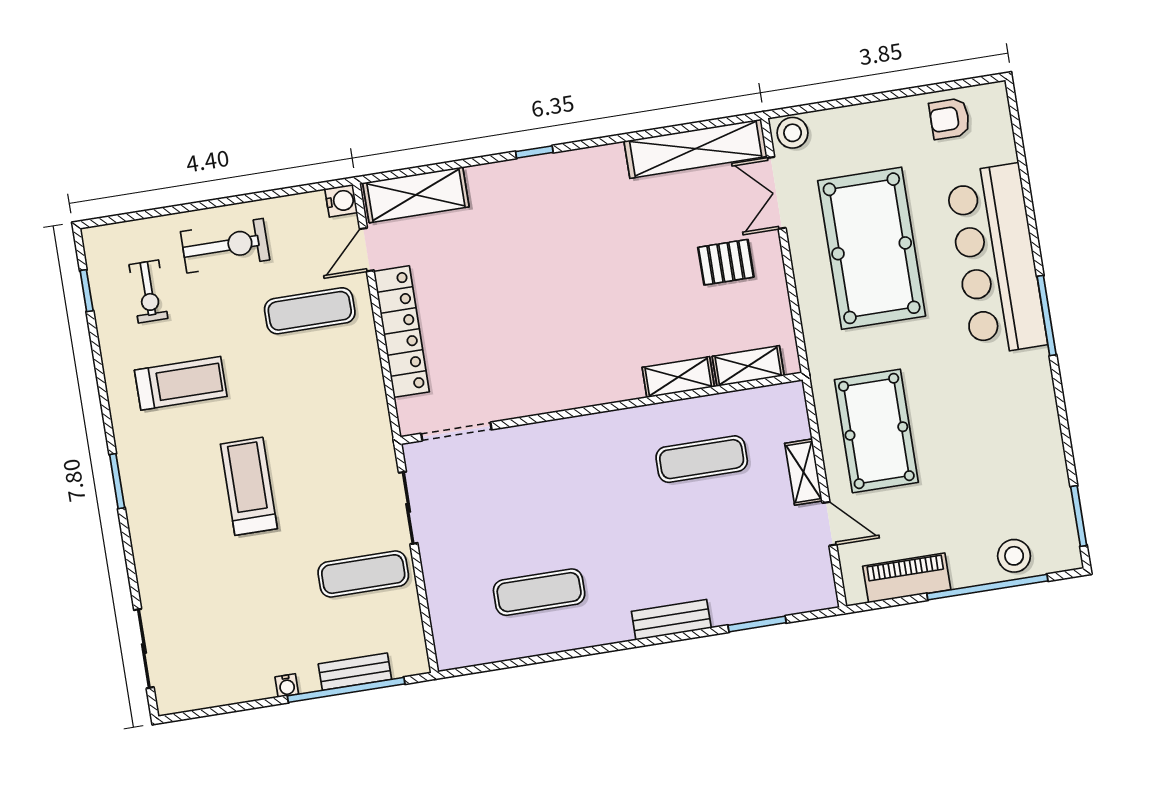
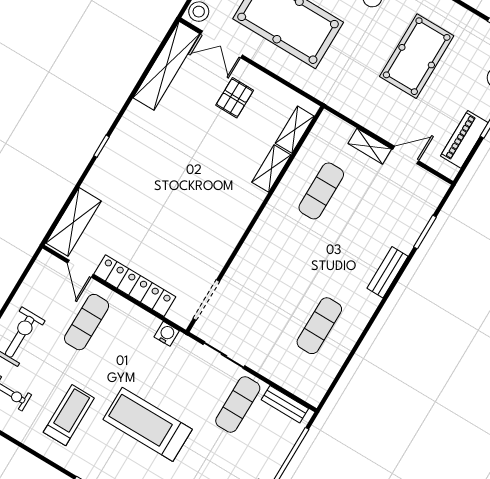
water cooler: (341, 201) -> (167, 334), moved
pool table: (876, 431) -> (417, 56), moved, turned 90
treadmill: (249, 486) -> (148, 424), width x1.37, depth x1.38
bench: (355, 672) -> (285, 404), moved, turned 90

